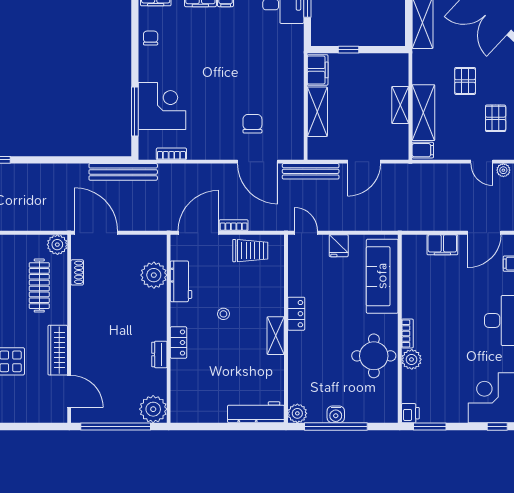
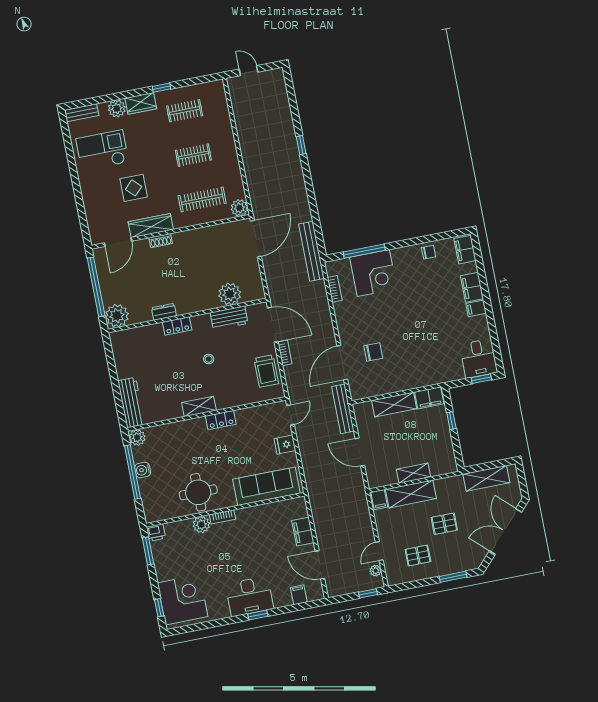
shoe rack: (77, 272) -> (161, 241), moved

